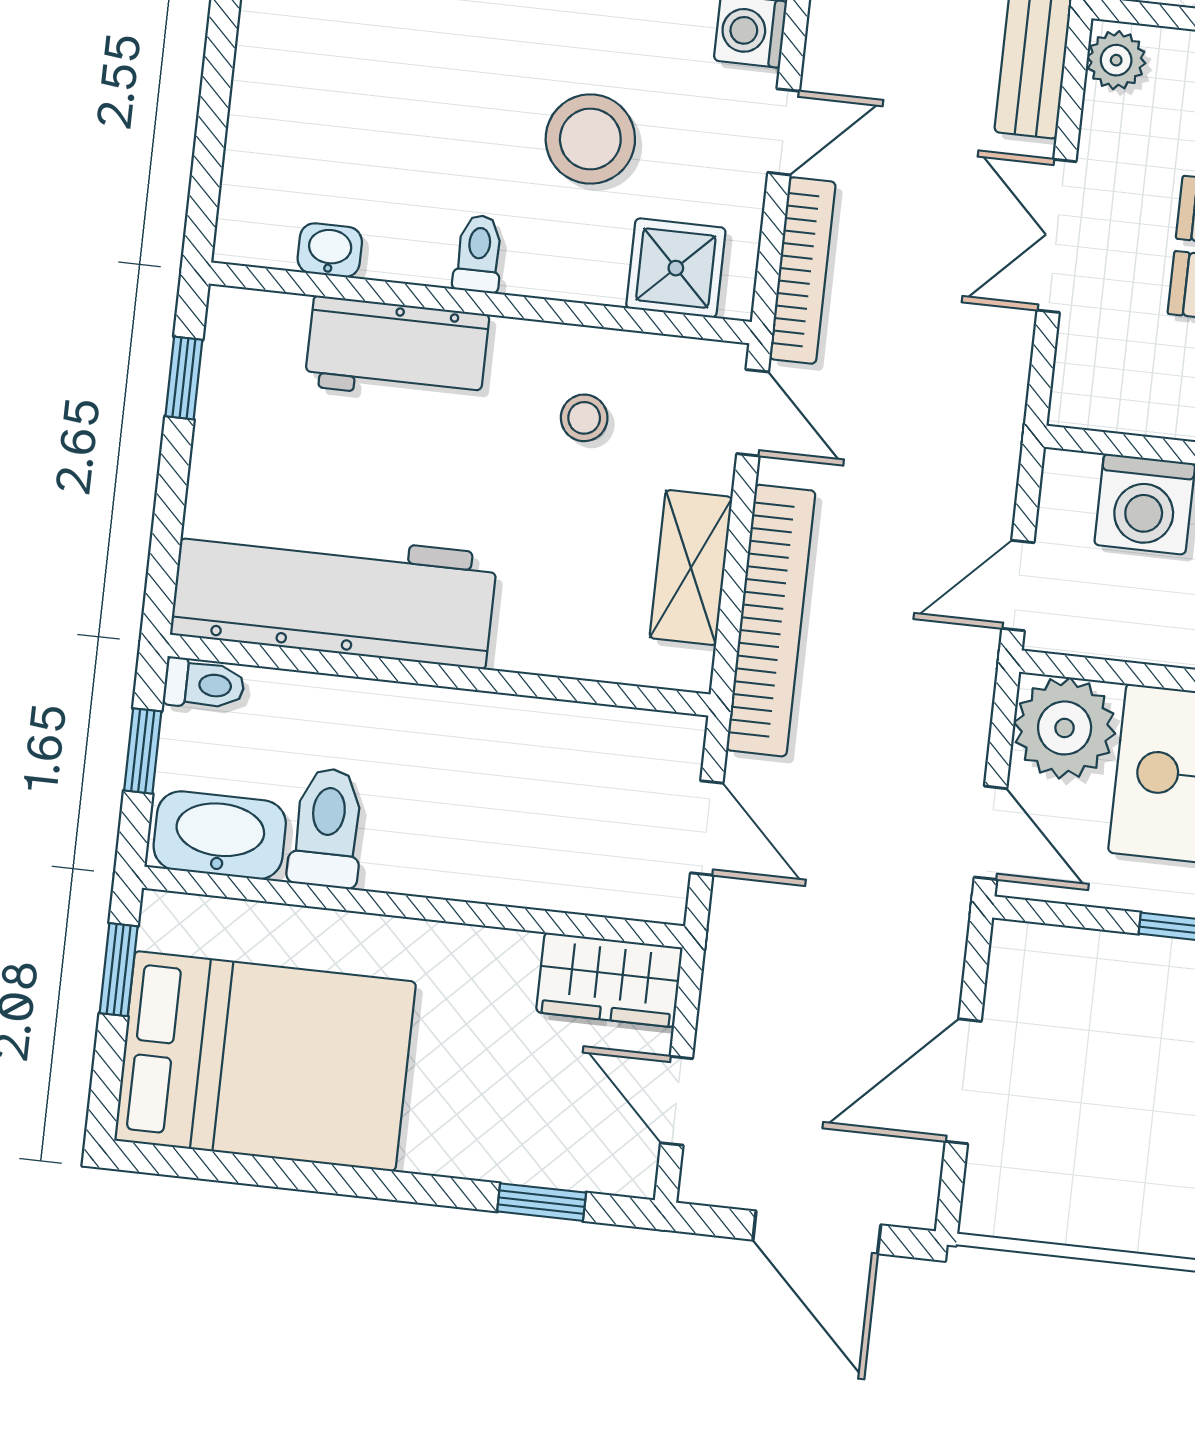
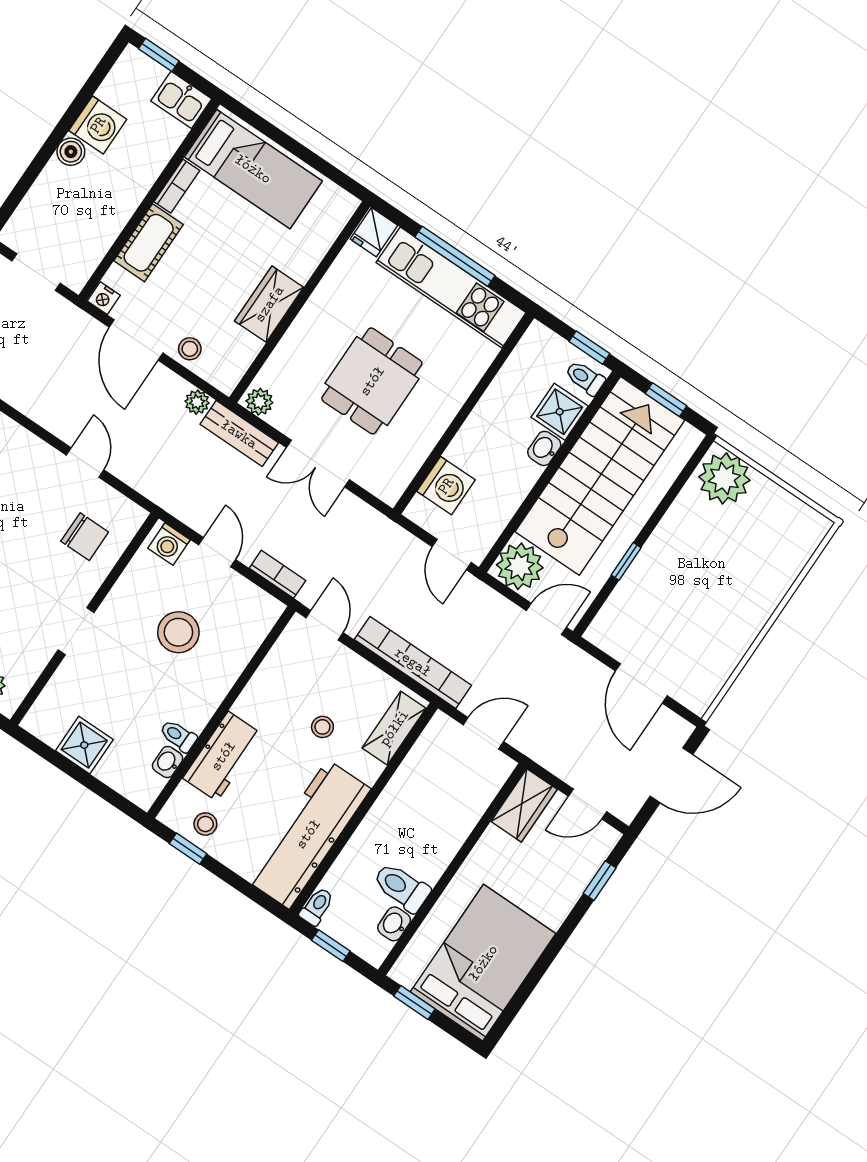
toilet: (479, 254) -> (178, 736), moved
shower: (676, 268) -> (84, 745), moved
bookcase: (803, 270) -> (277, 574), width x0.64
stool: (249, 386) -> (205, 824), added
door: (753, 413) -> (324, 625), hinge flipped
stool: (584, 418) -> (322, 727), moved
shelving: (691, 568) -> (394, 728), moved, turned 90
washbasin: (220, 835) -> (394, 924), width x0.52, depth x0.69

